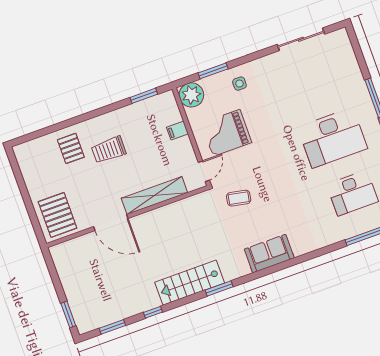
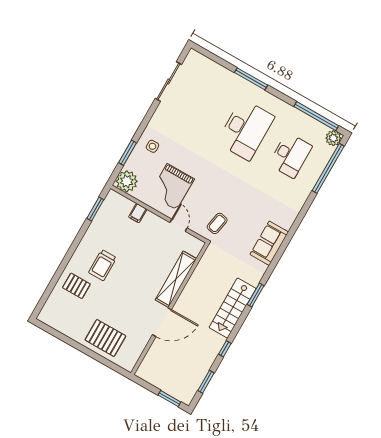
shelving: (154, 195) -> (176, 279), moved
wall: (127, 217) -> (170, 309), moved
door: (111, 223) -> (162, 322), moved

